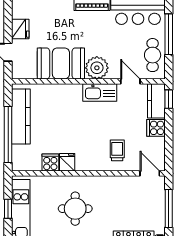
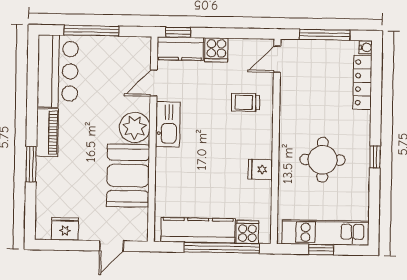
fridge: (20, 29) -> (65, 229), moved
cafe table: (153, 55) -> (119, 53), removed
cooker: (50, 163) -> (247, 232), moved, turned 90

